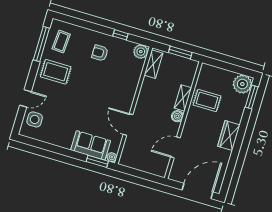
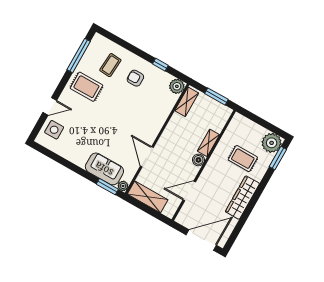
coffee table: (61, 42) -> (110, 65), moved
rug: (207, 100) -> (243, 159), moved
wardrobe: (229, 136) -> (242, 198), width x1.50
shelving: (137, 162) -> (148, 197), added

